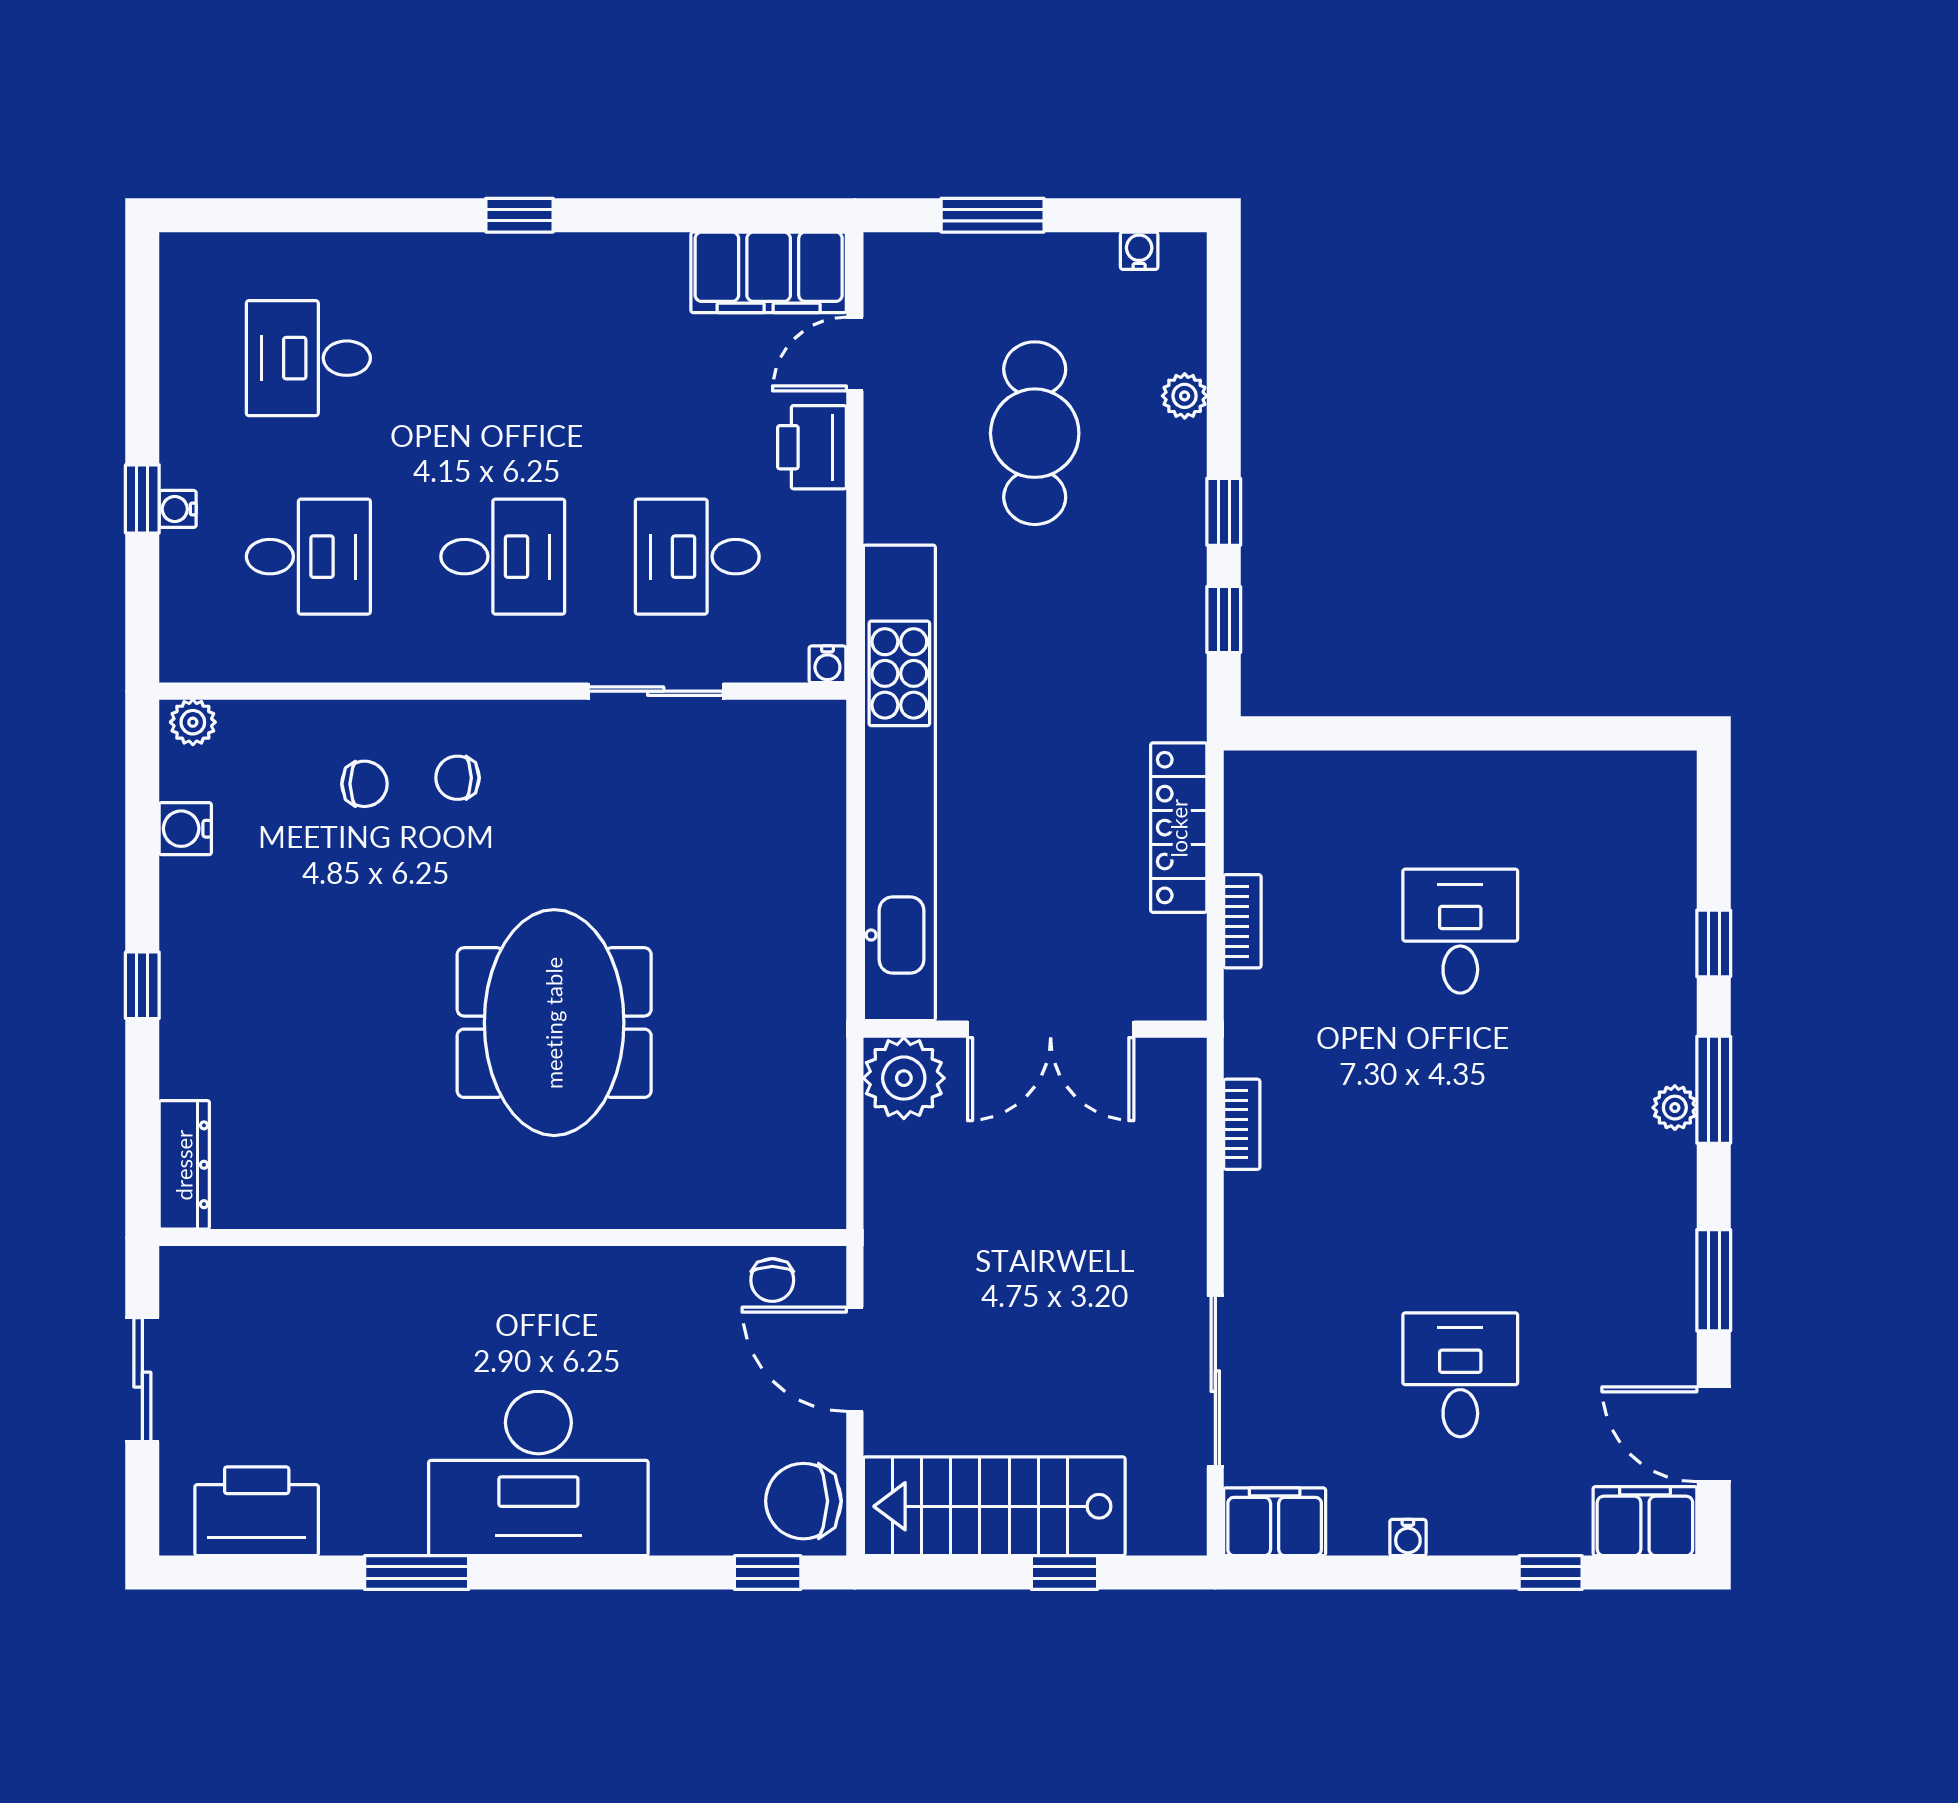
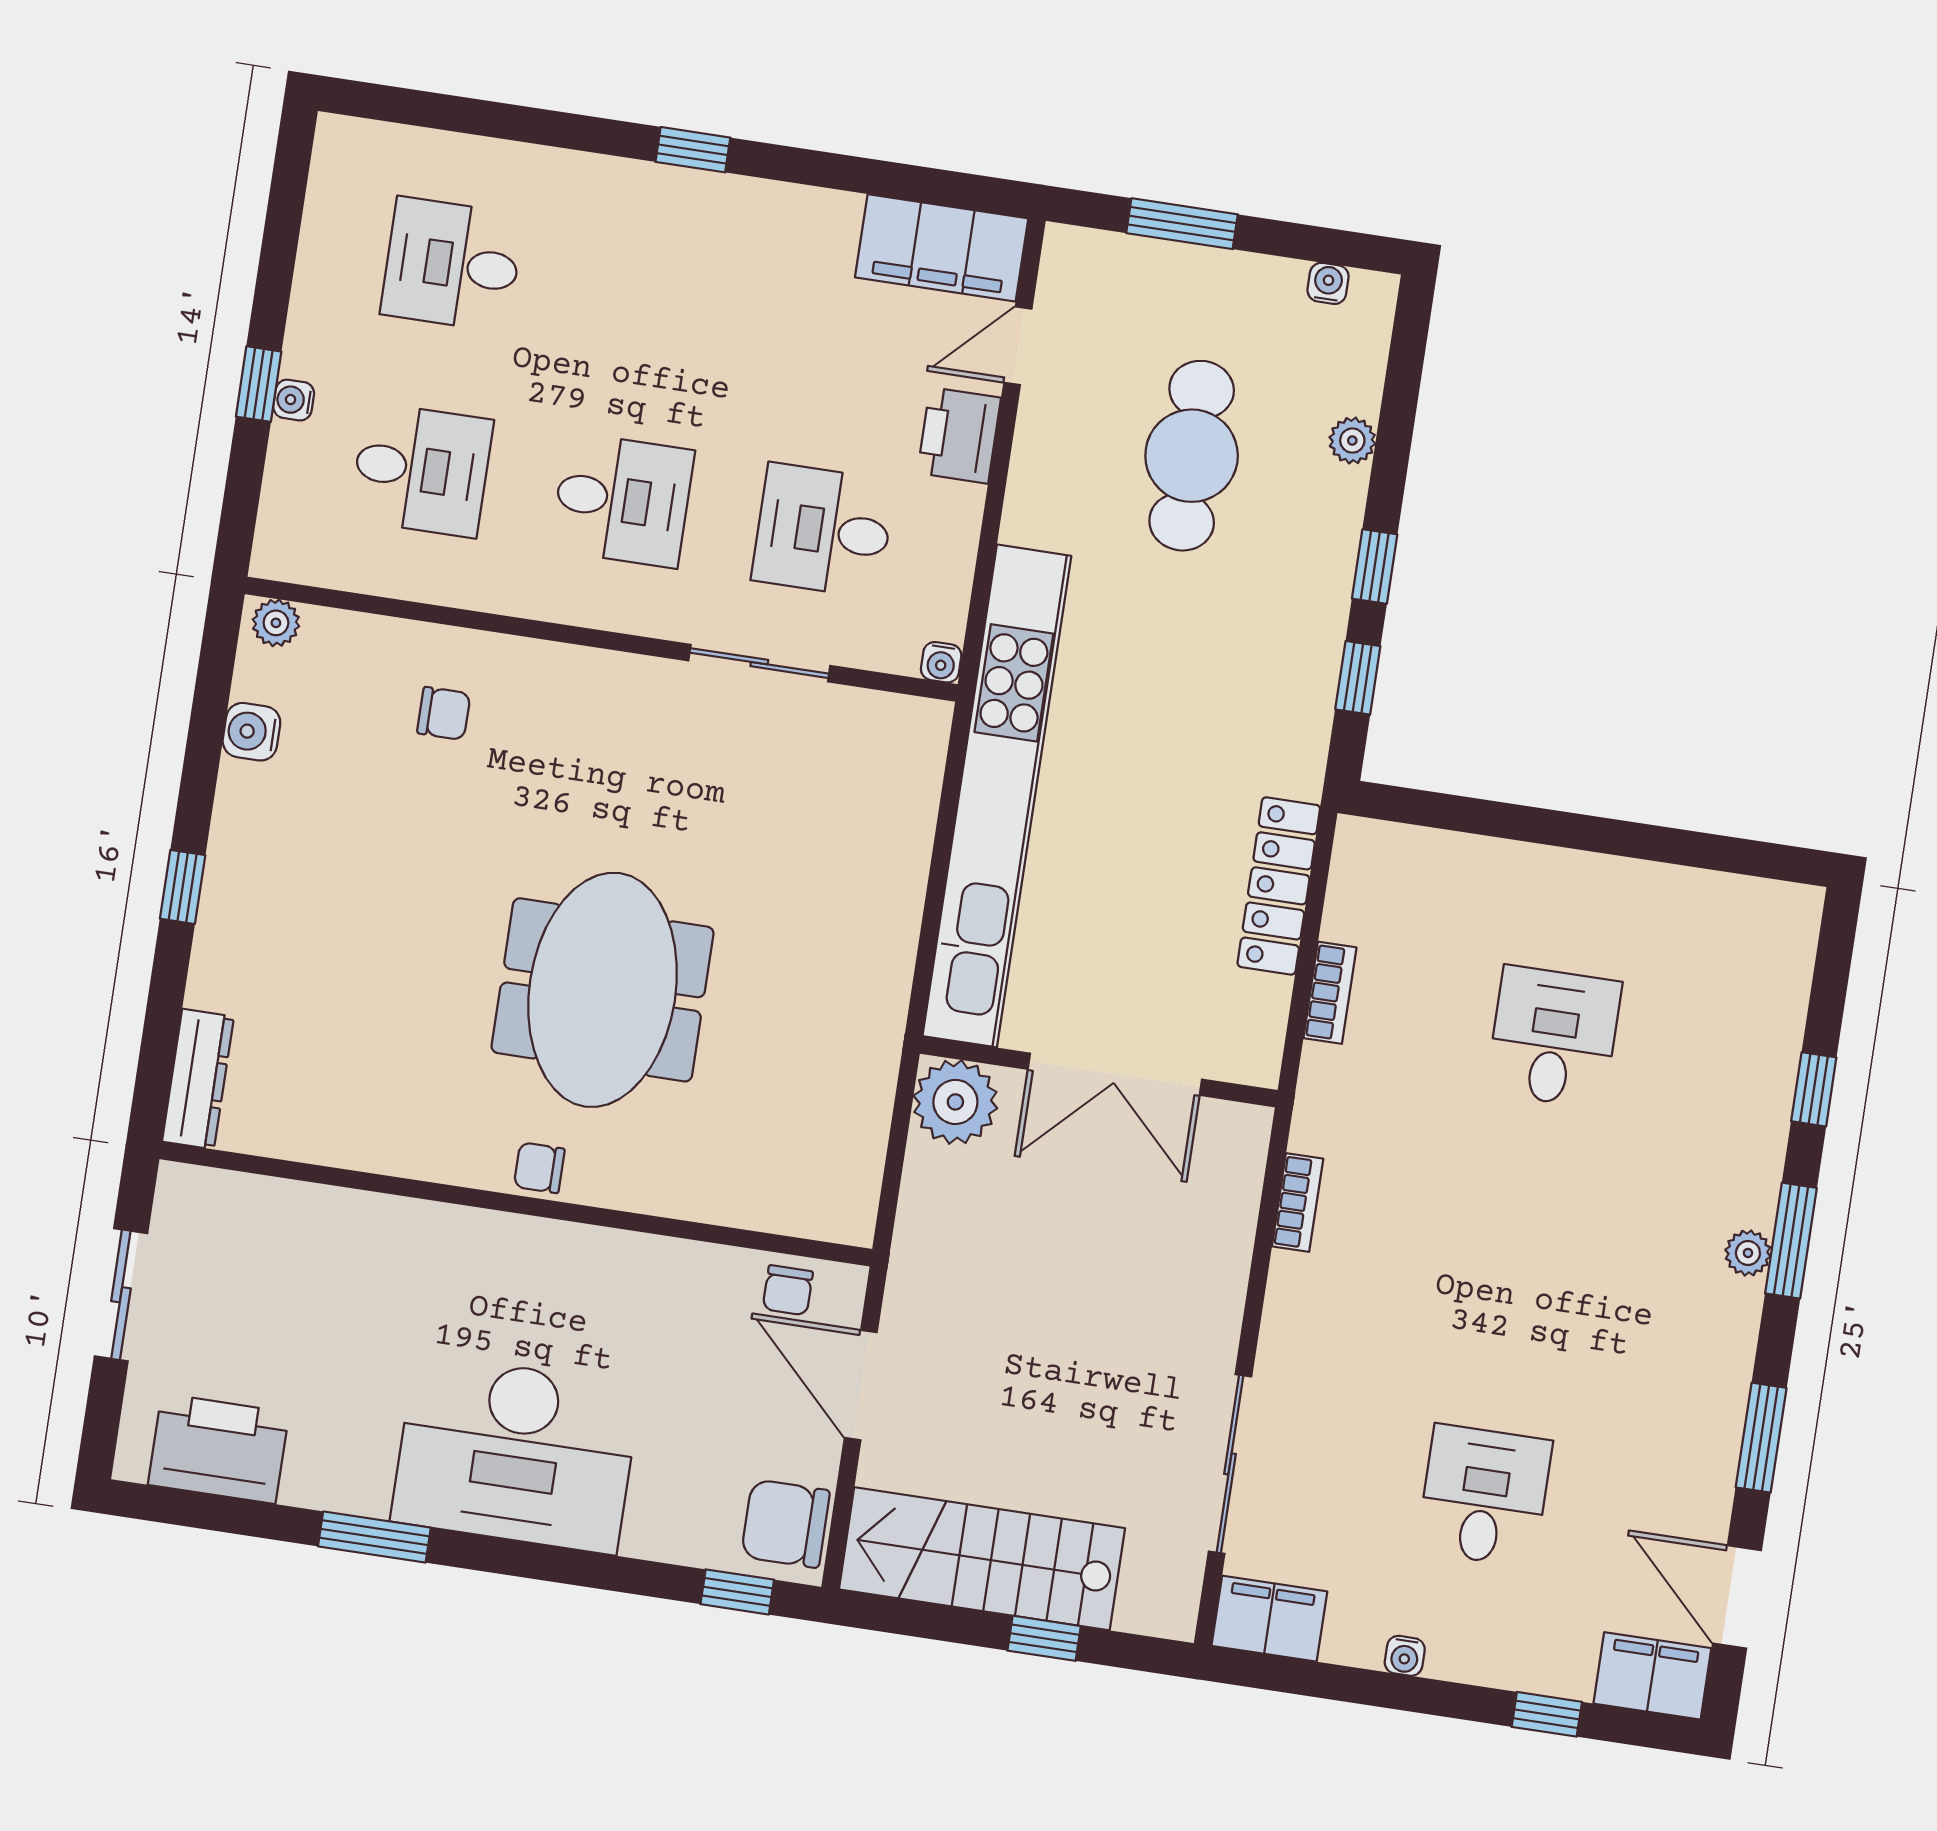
chair: (457, 778) -> (539, 1168), moved

